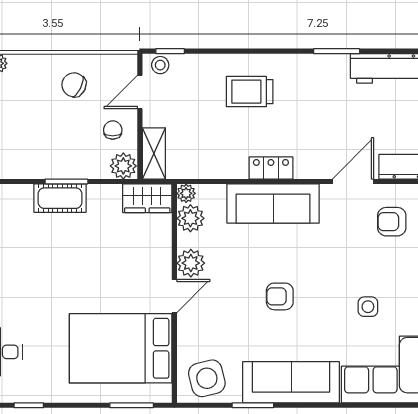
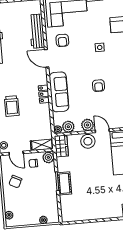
stool: (153, 261) -> (88, 141), added

